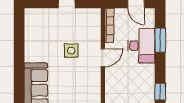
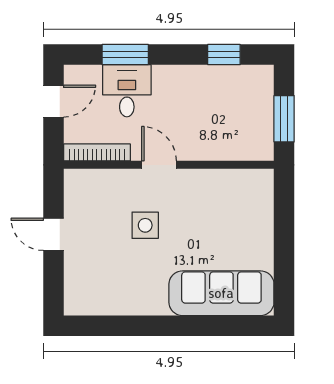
desk: (141, 46) -> (127, 91), width x0.73

